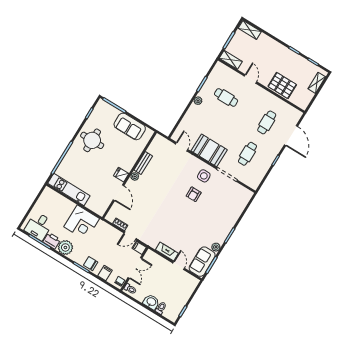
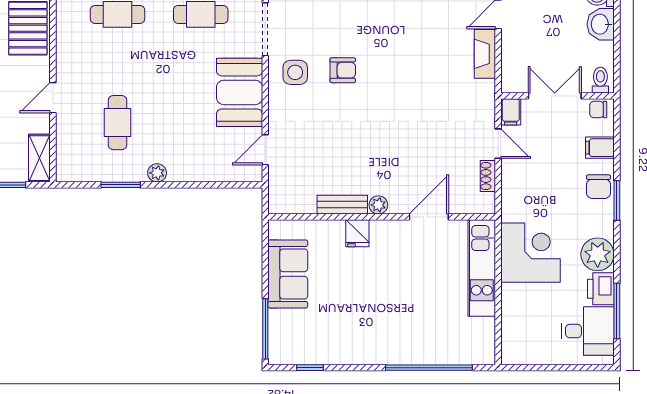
round table: (92, 140) -> (359, 330), removed
fridge: (121, 175) -> (357, 233), moved
kitchen unit: (69, 190) -> (482, 268), moved

